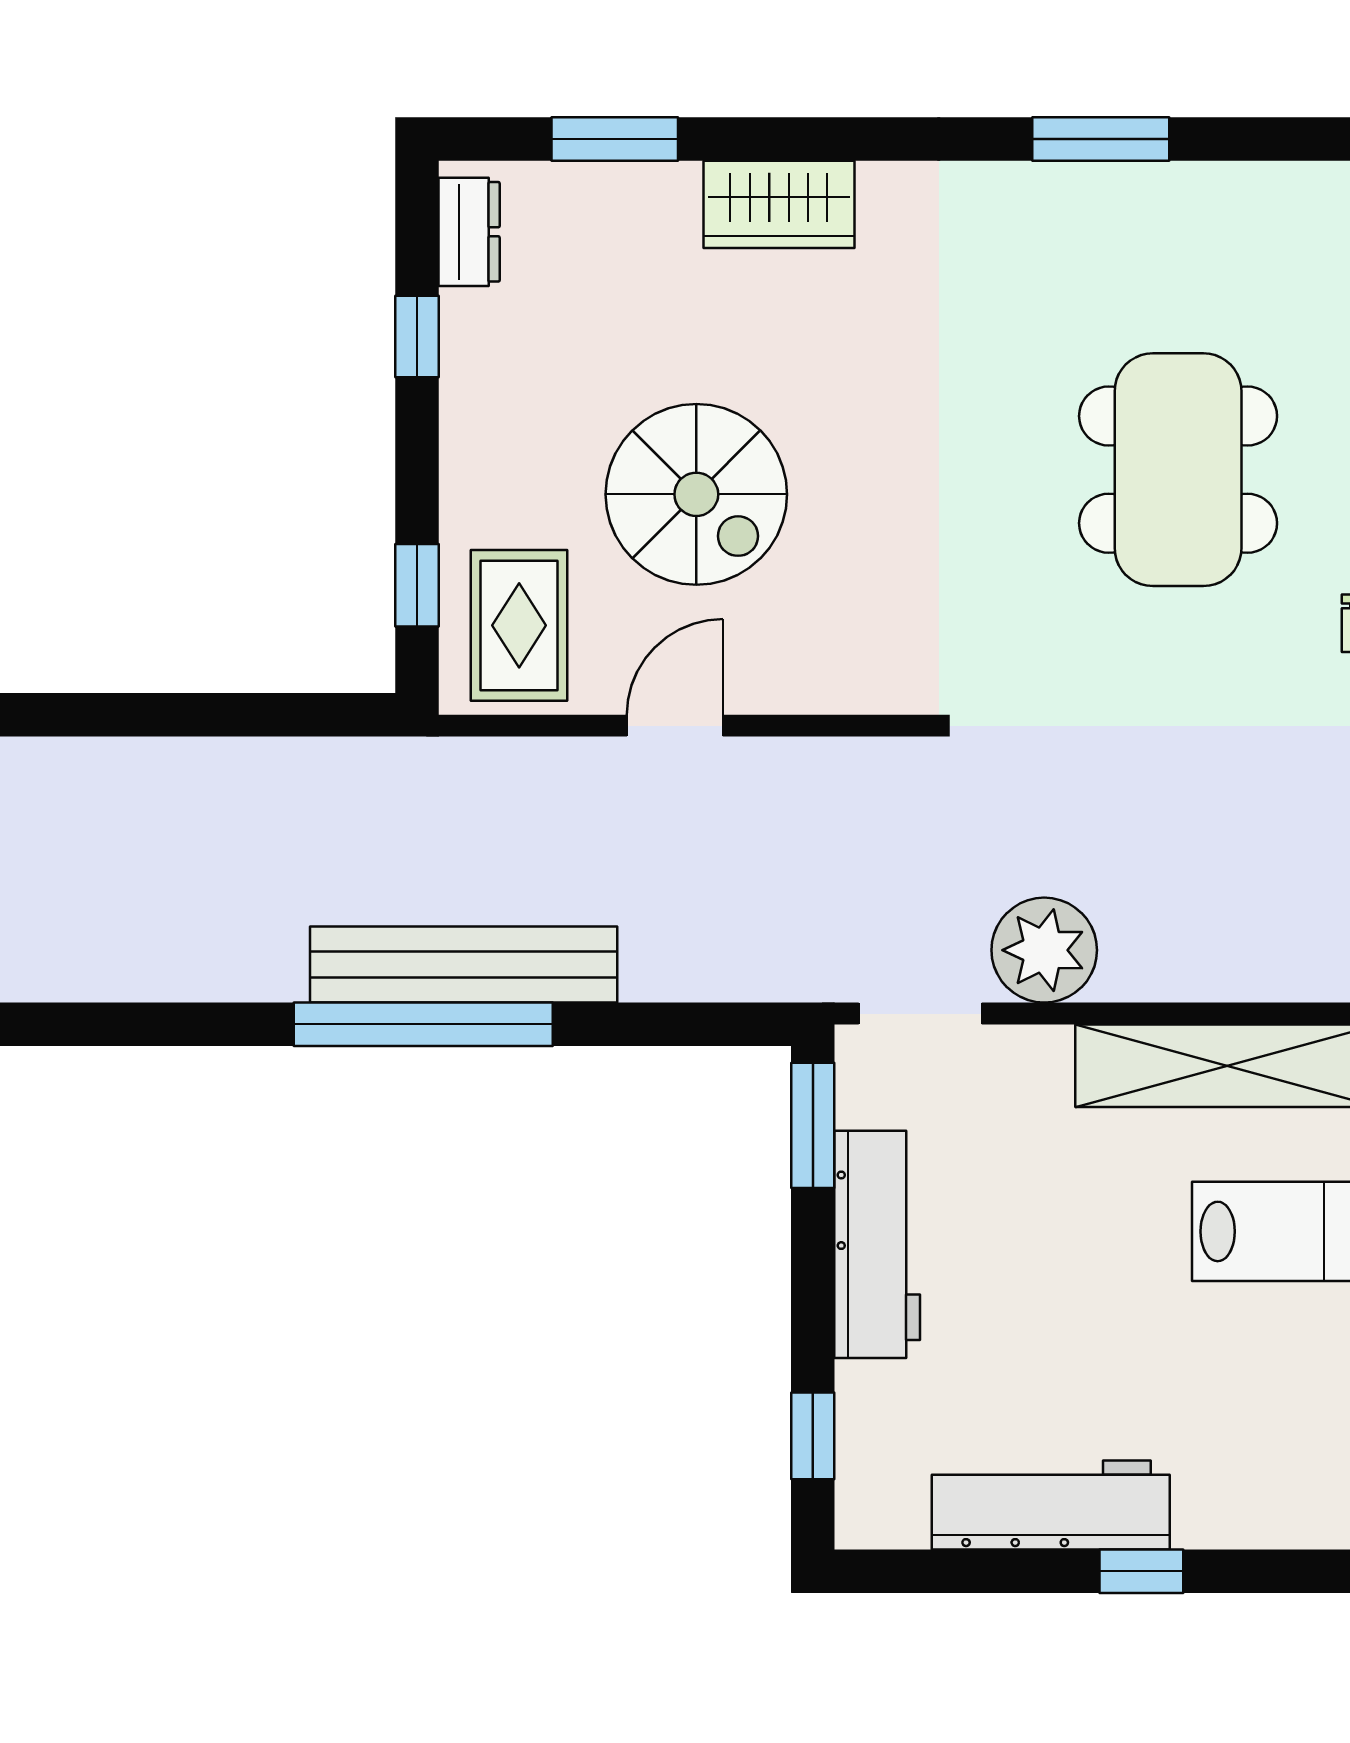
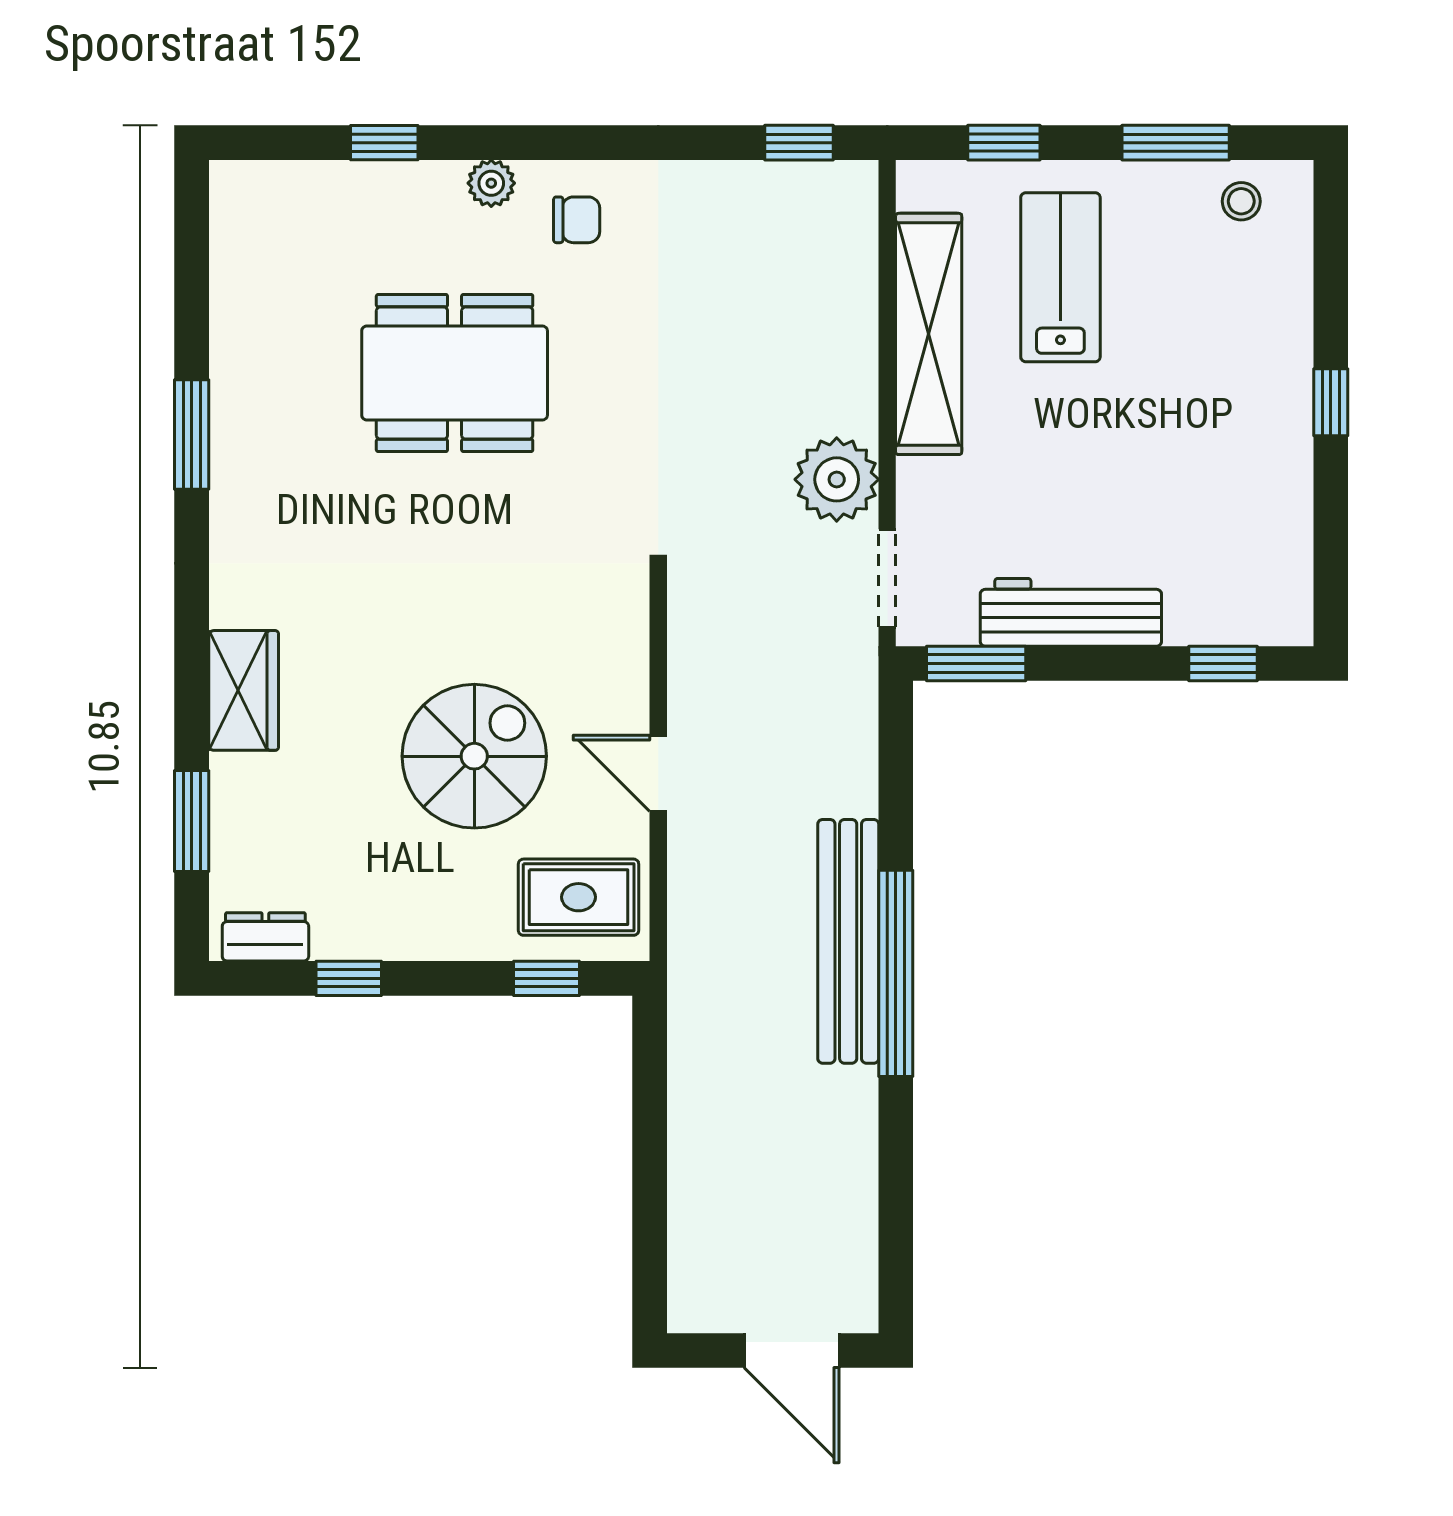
workbench: (1051, 1505) -> (1278, 474), removed

